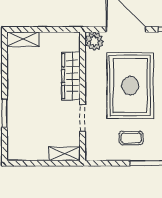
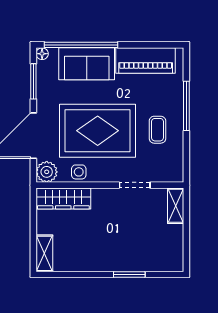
side table: (94, 69) -> (79, 172), added
wardrobe: (71, 76) -> (63, 198), moved

